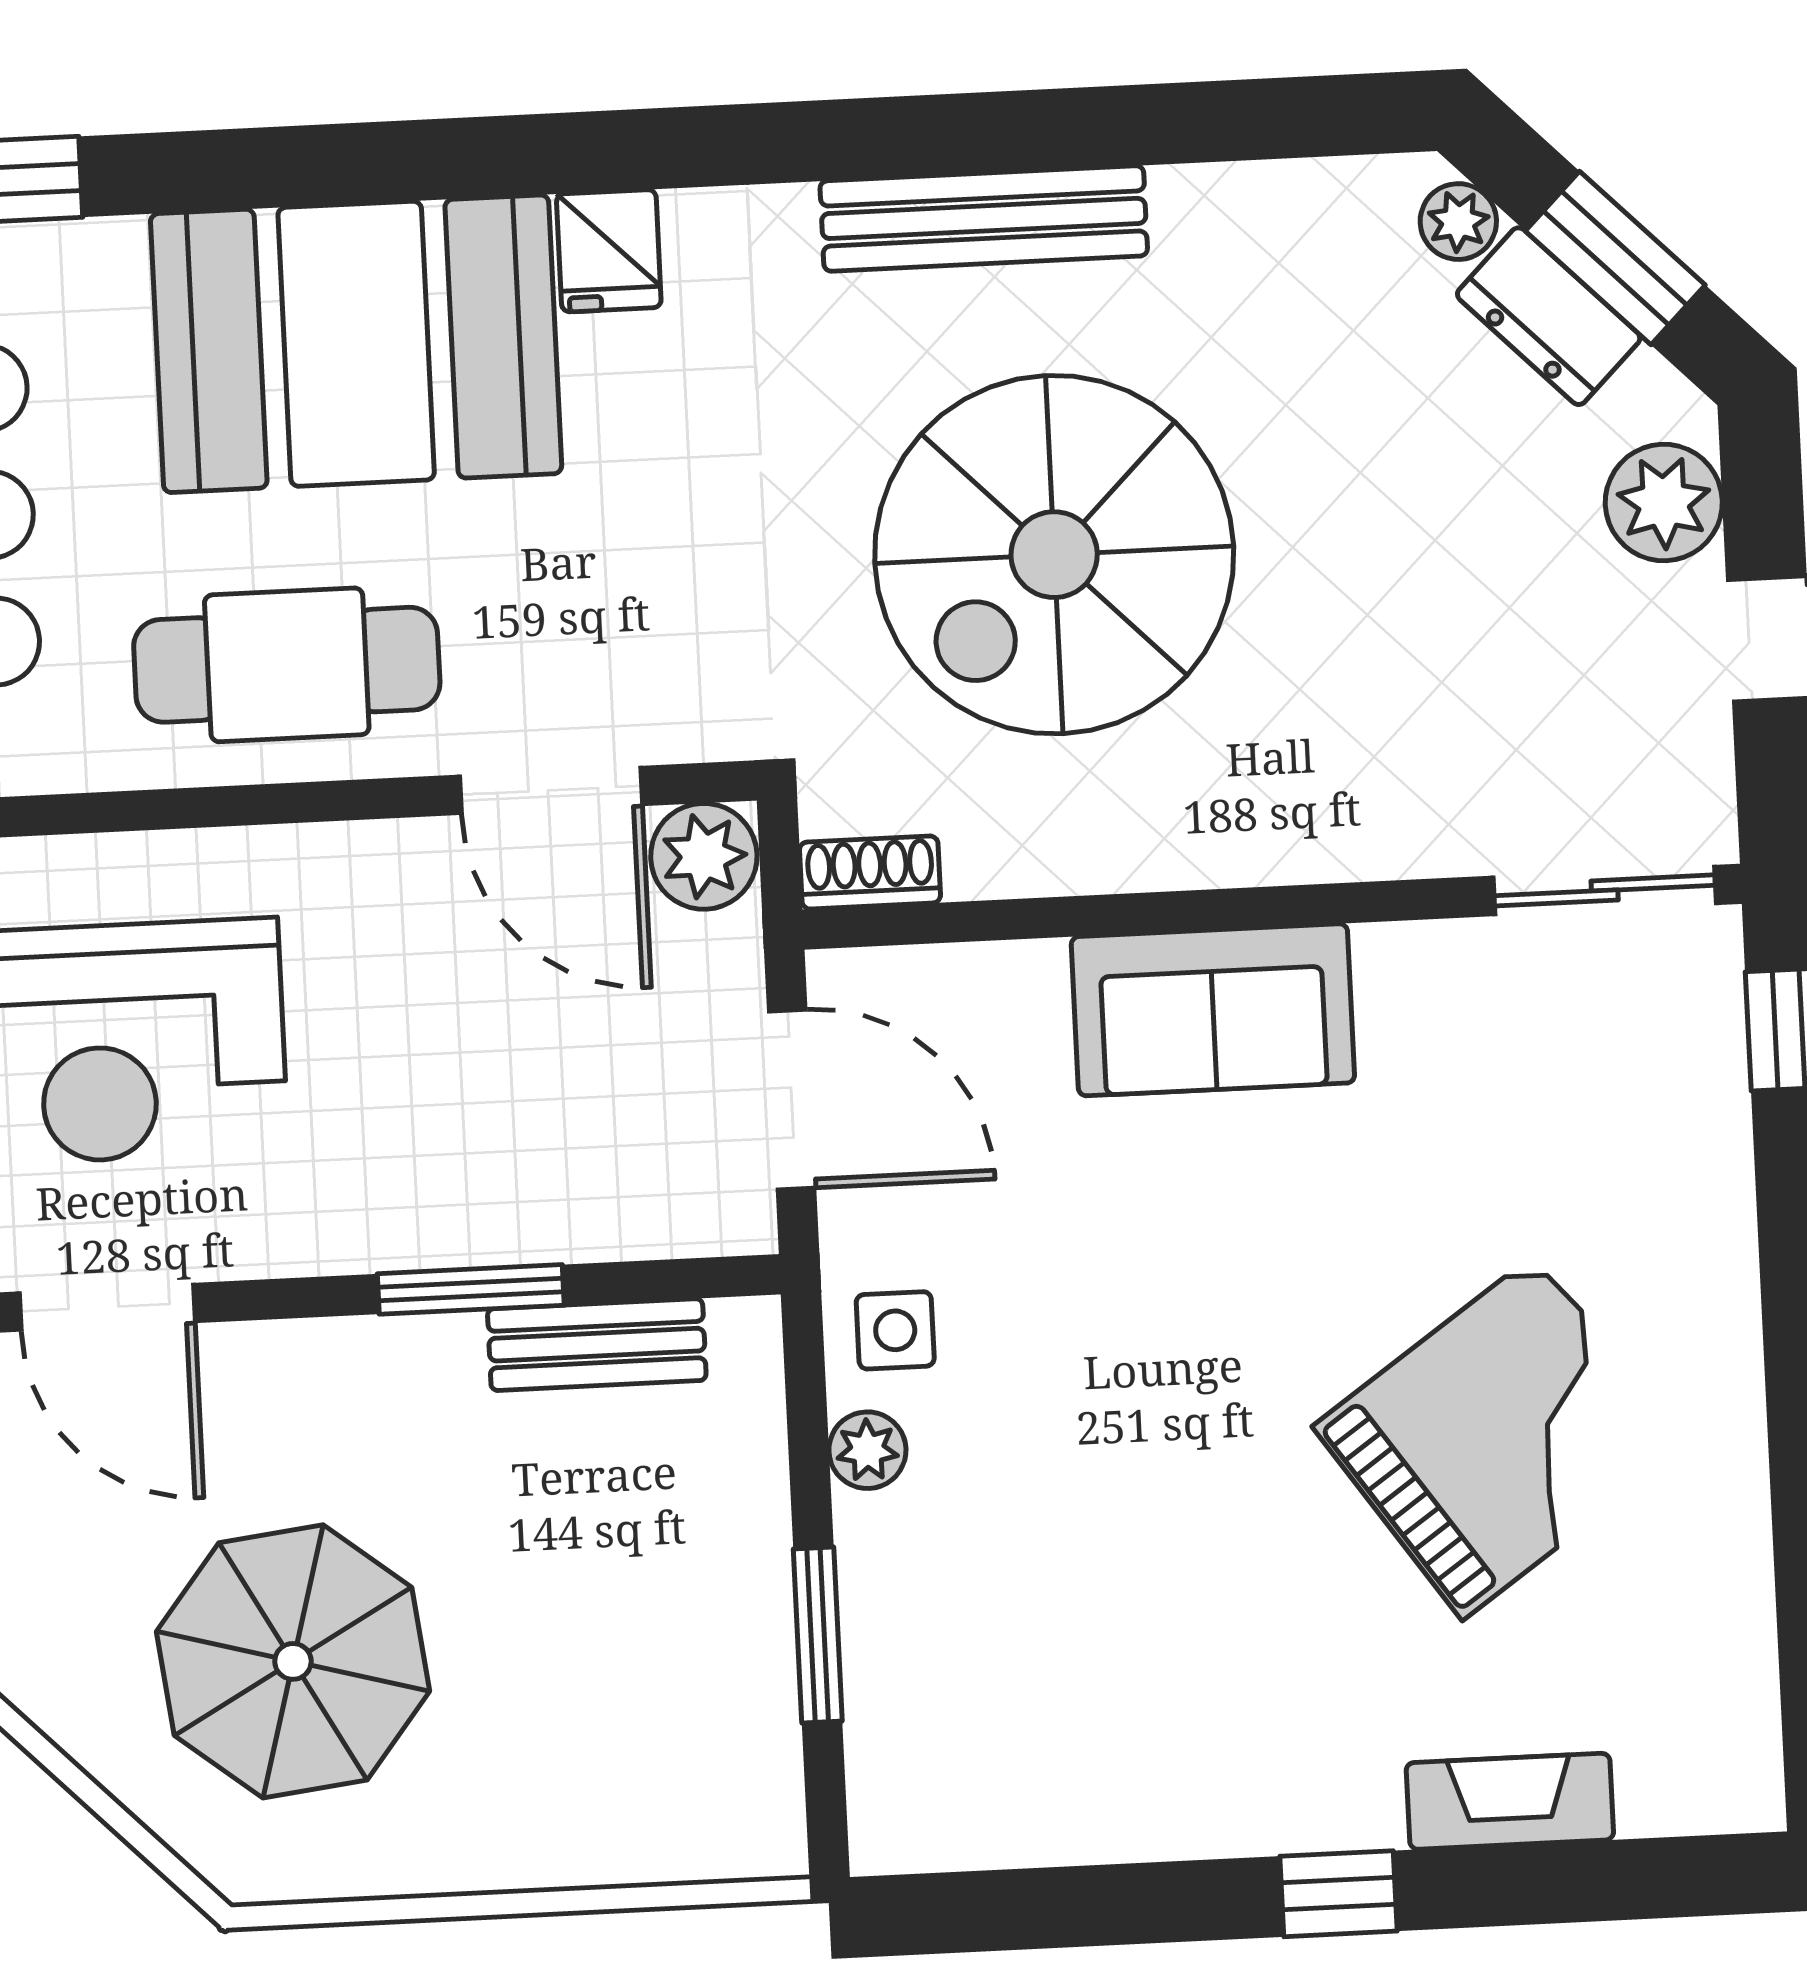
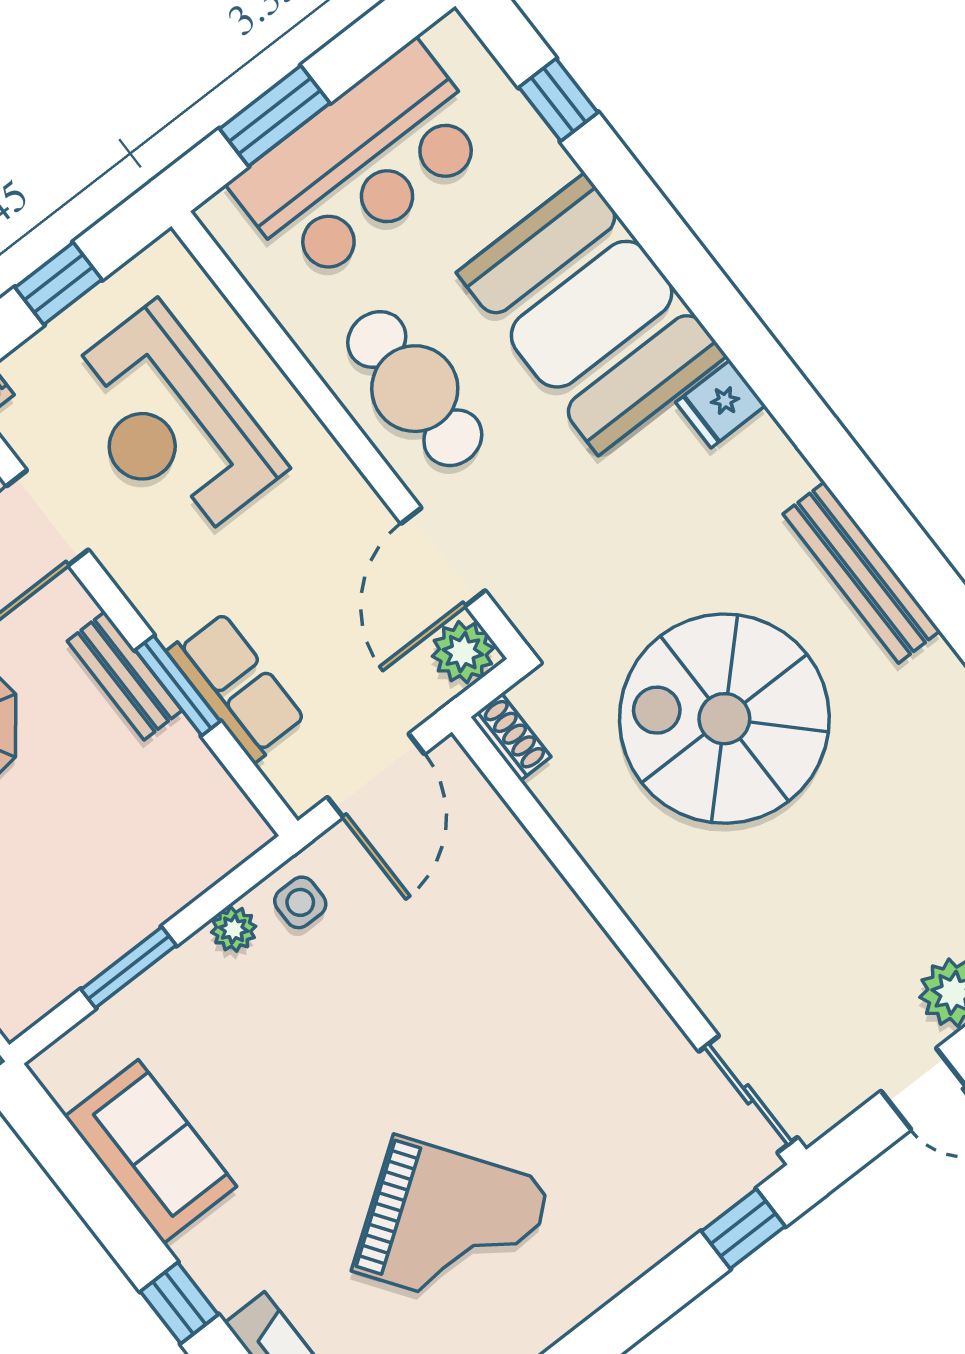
sofa: (1213, 1010) -> (151, 1152), moved, turned 180
row of seats: (530, 1207) -> (237, 687), added
bench: (597, 1345) -> (125, 676), moved

